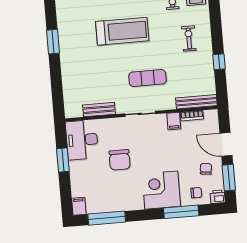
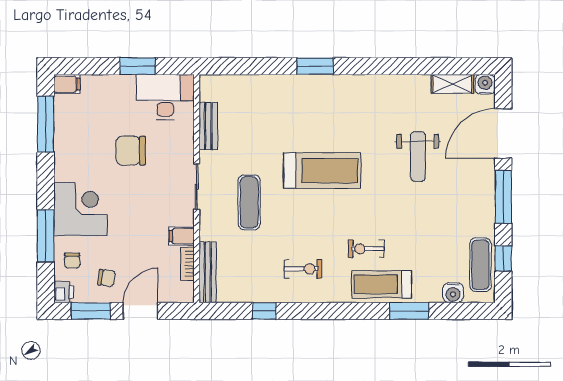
treadmill: (122, 31) -> (322, 171), turned -90

